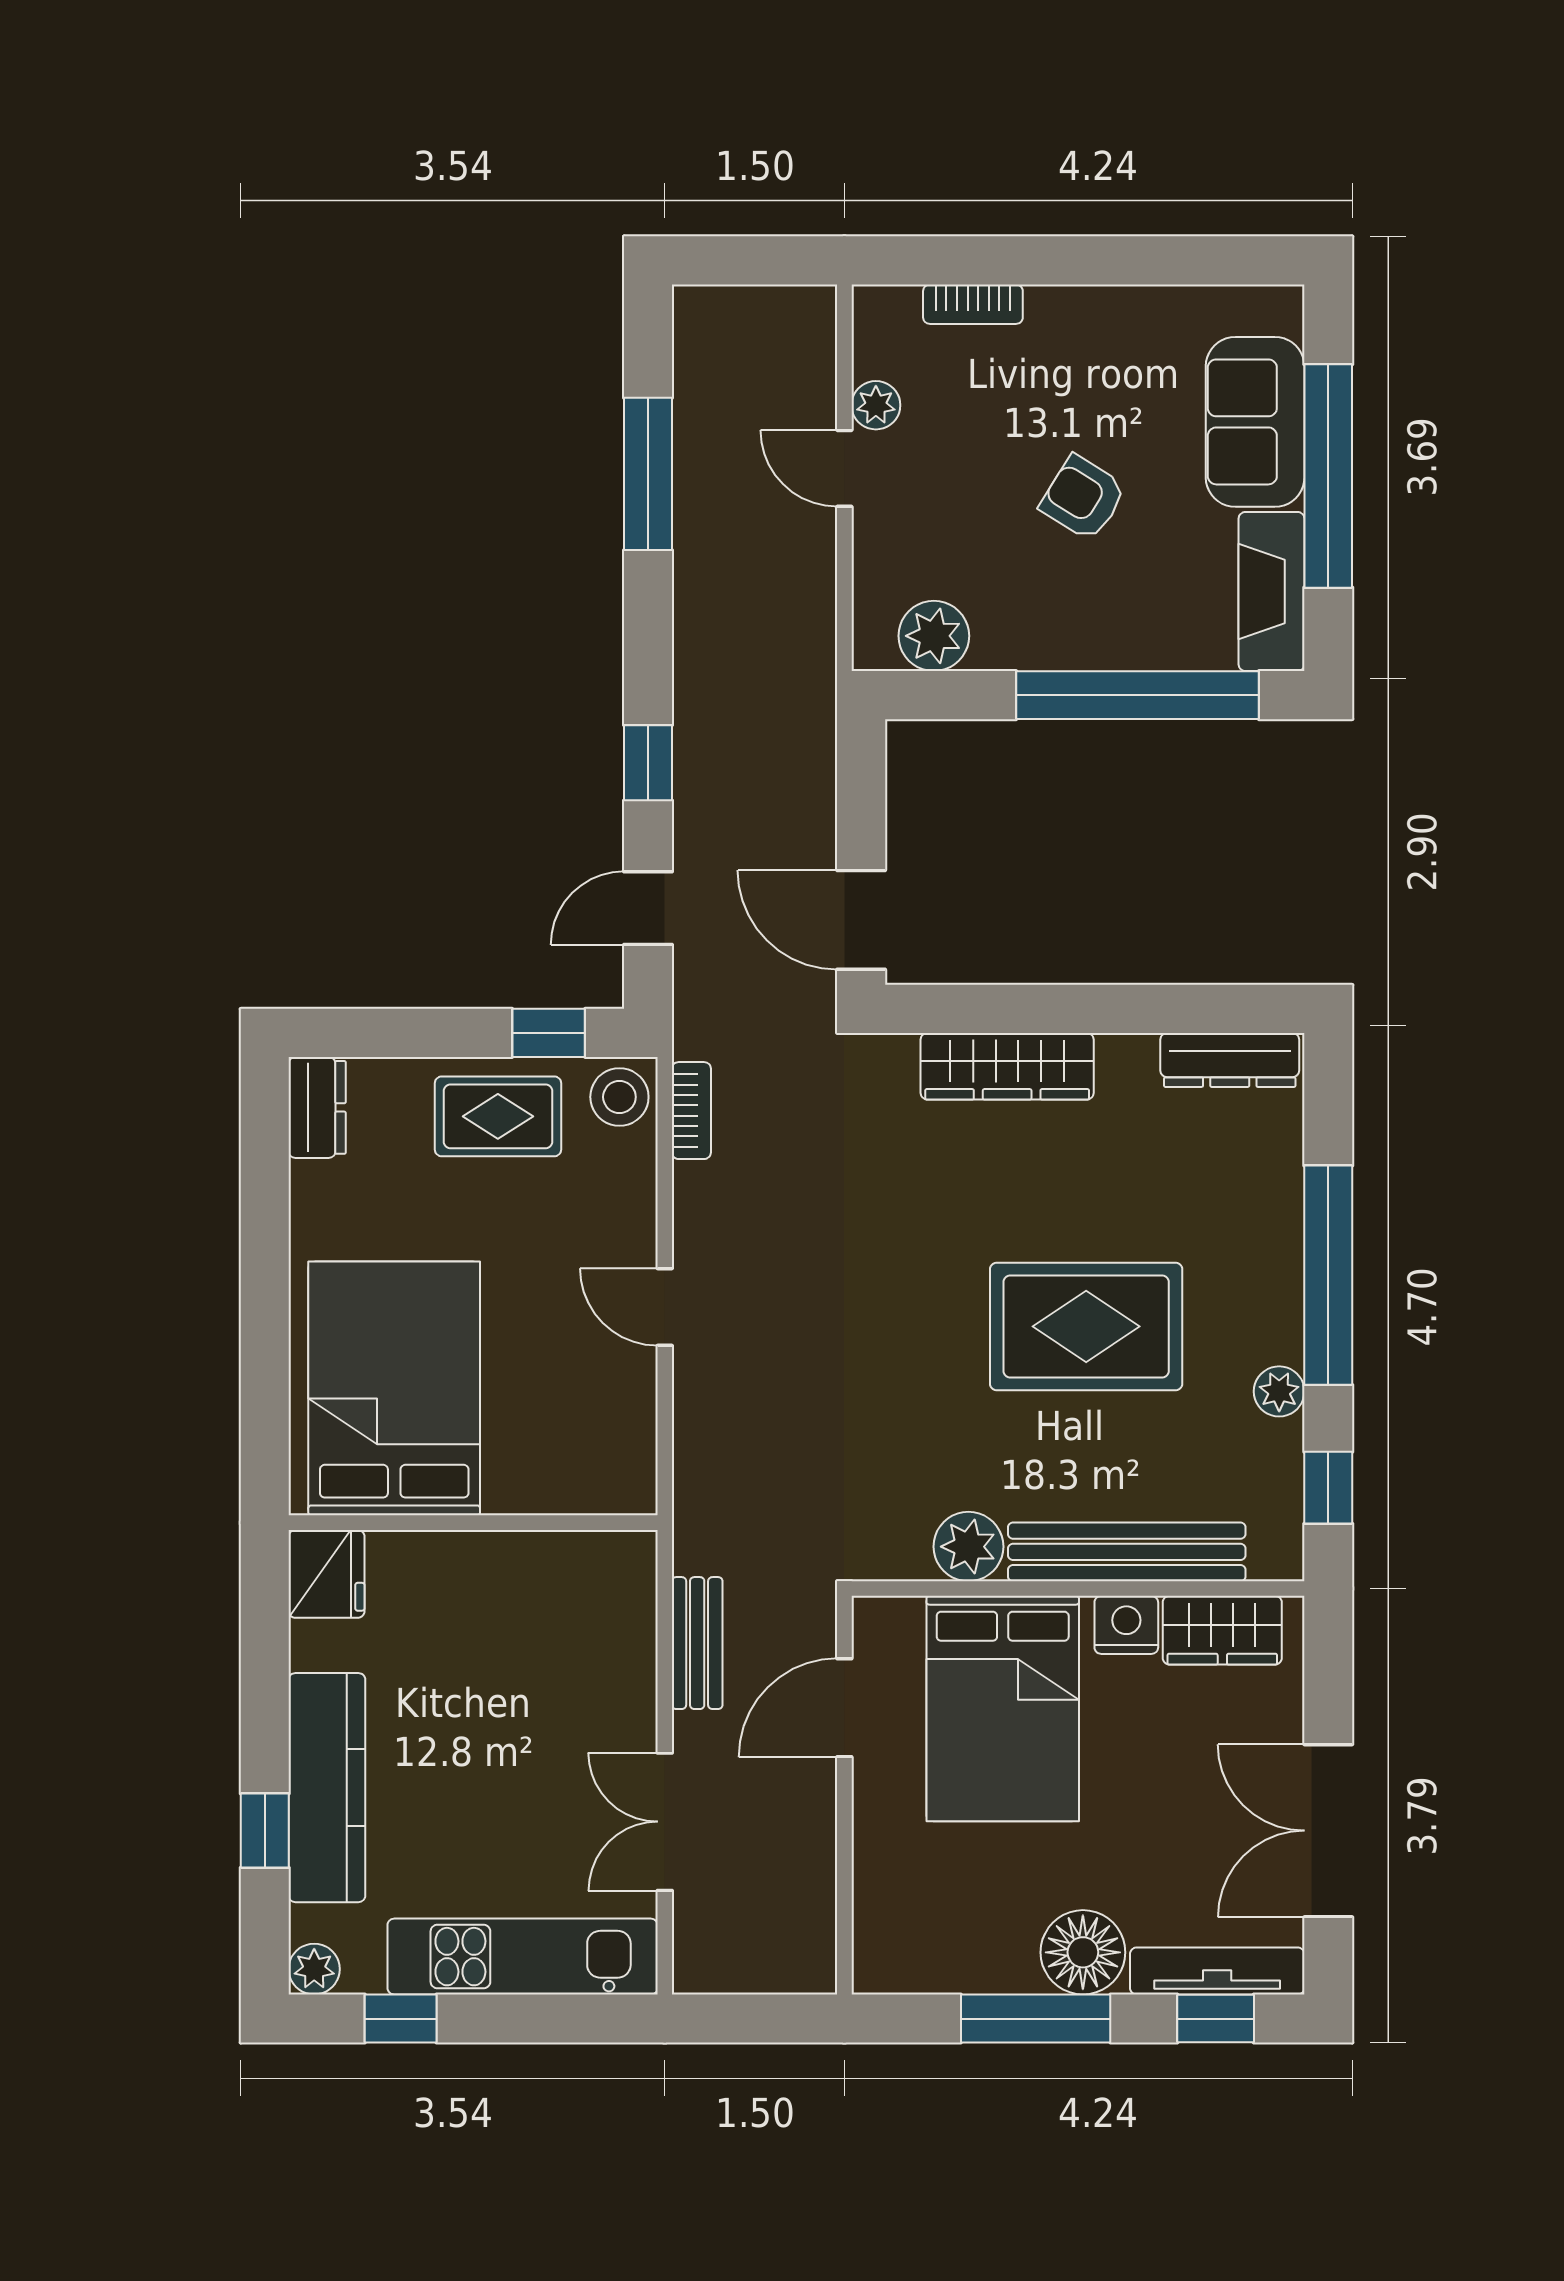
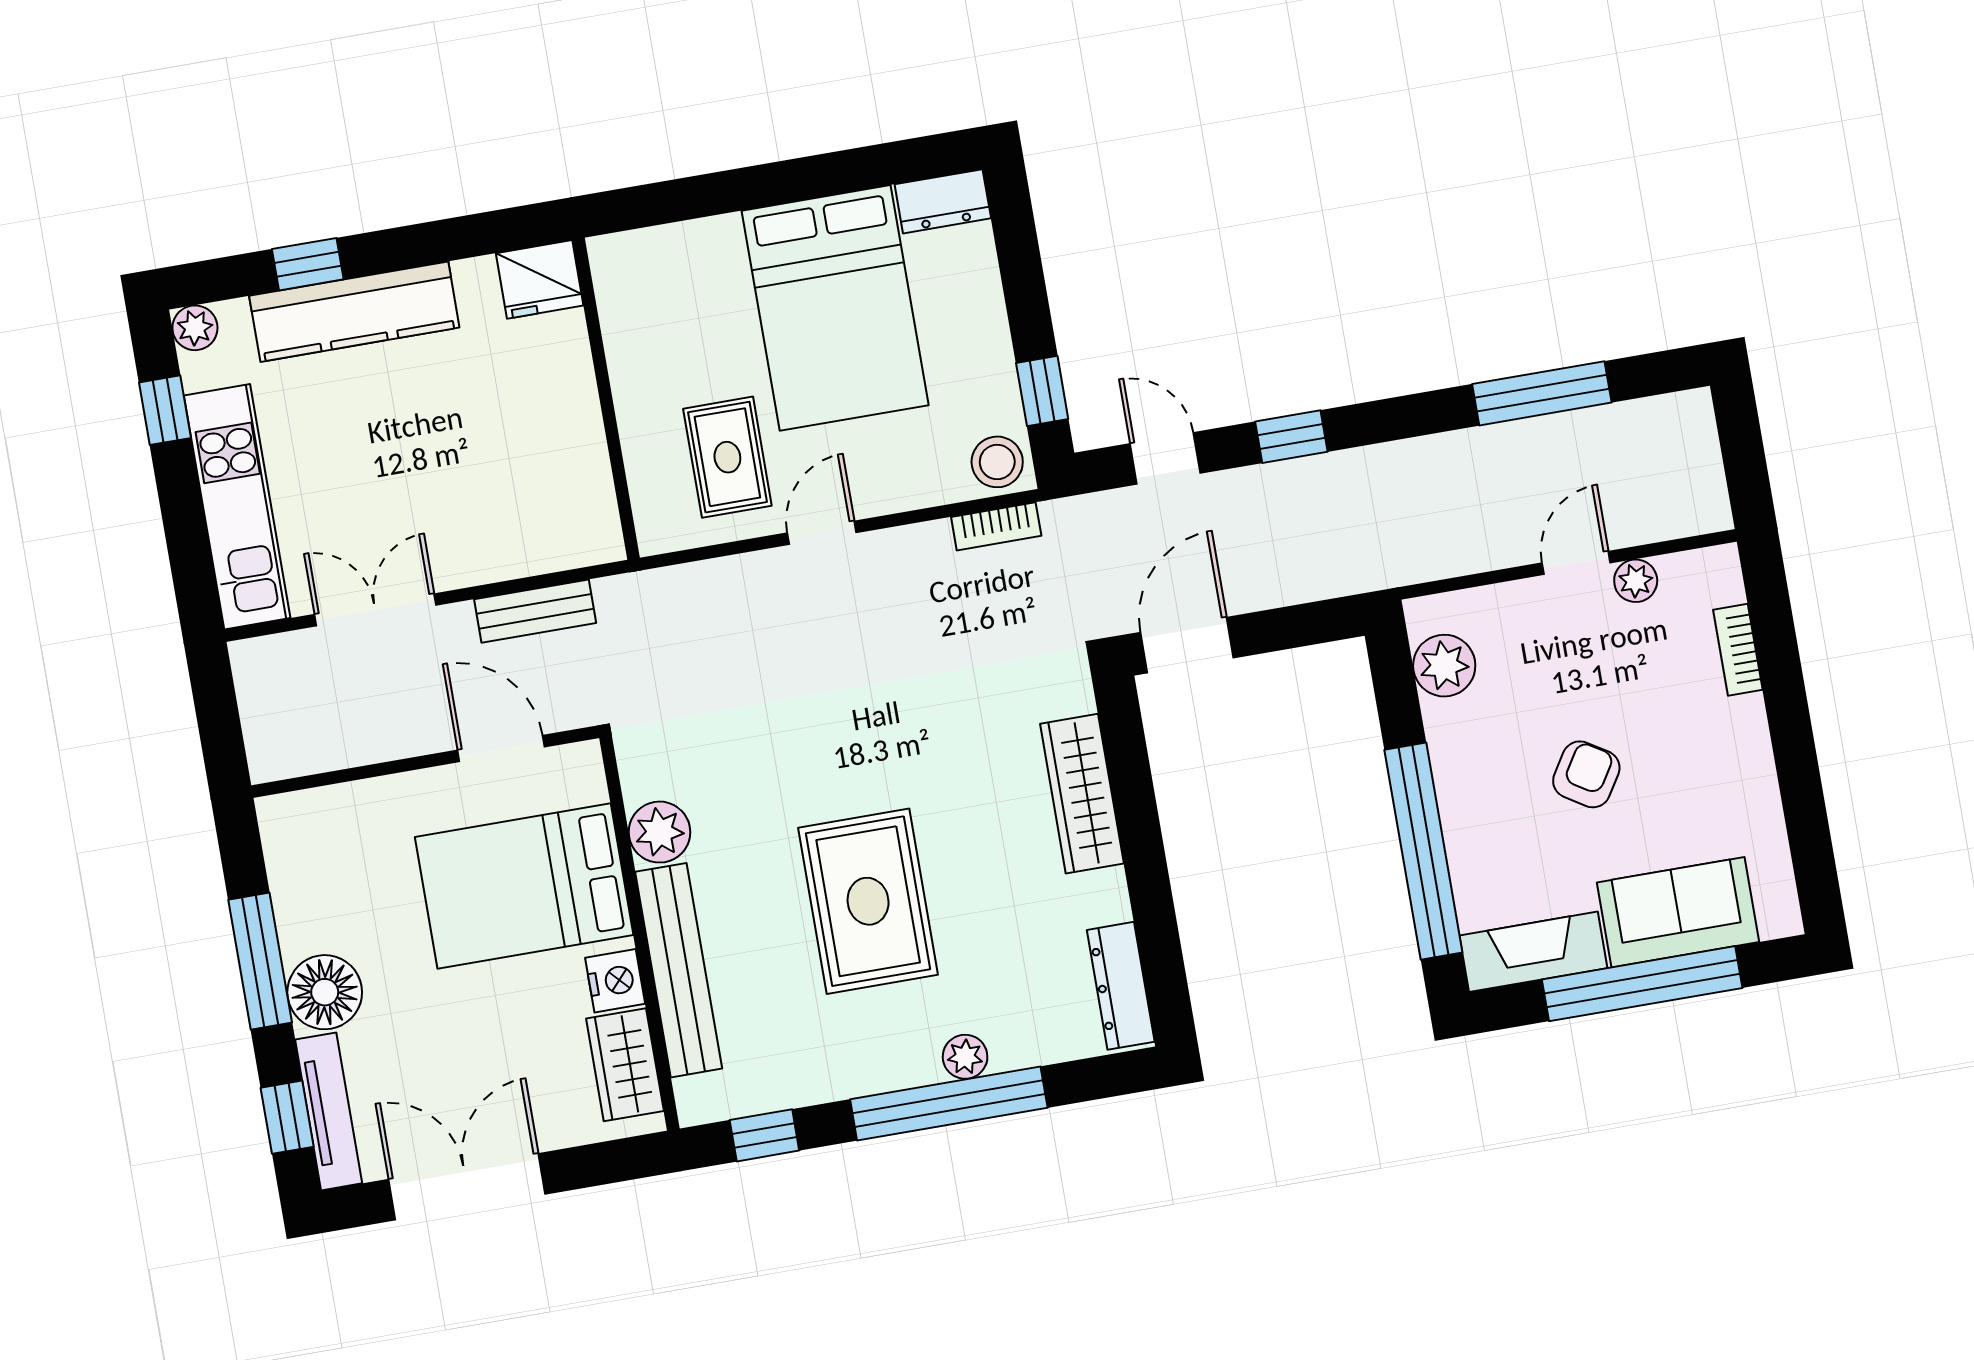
rug: (498, 1116) -> (727, 457), moved
bed: (394, 1388) -> (835, 308), moved, turned 90
plant: (1279, 1391) -> (965, 1057), moved

